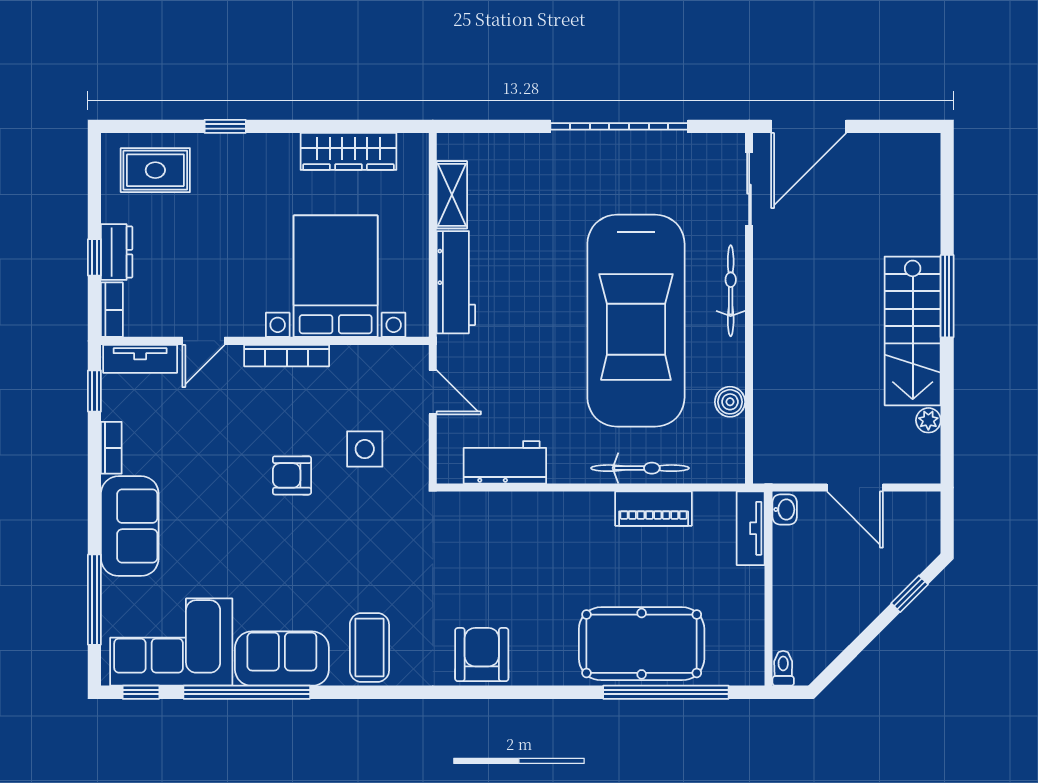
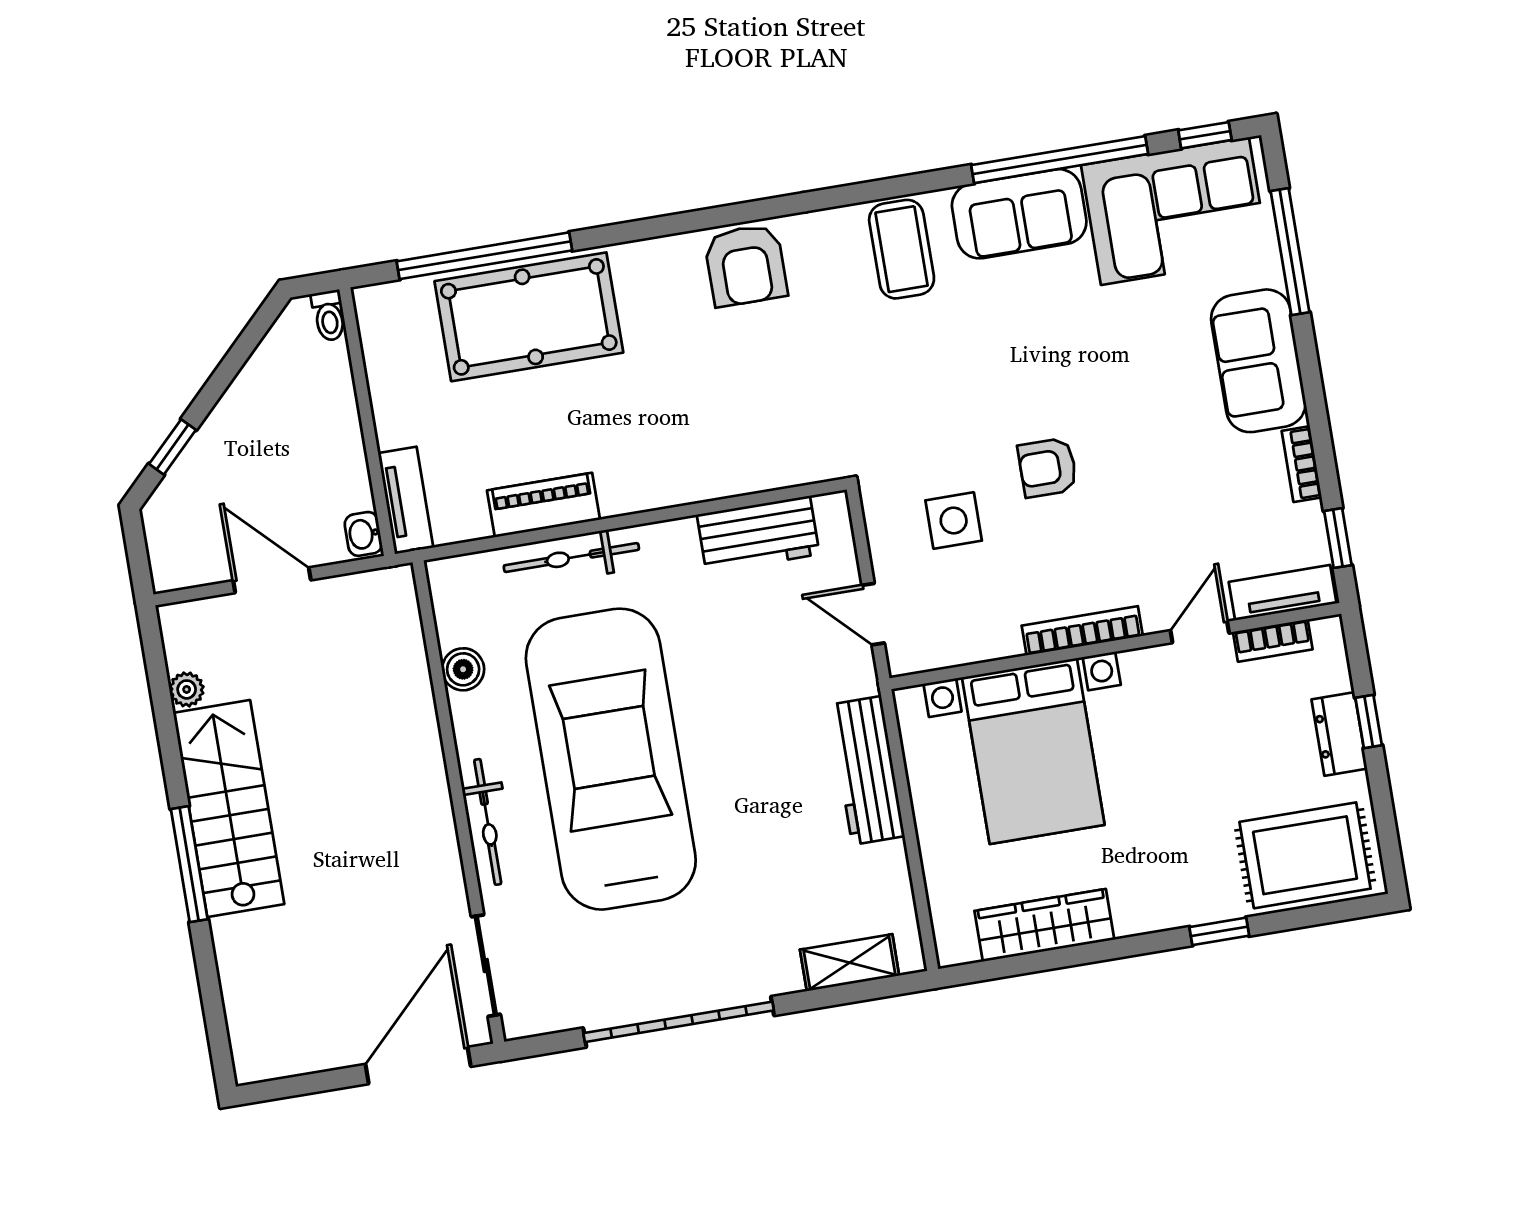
rug: (155, 170) -> (1305, 855), width x1.36, depth x1.43
shelving: (452, 195) -> (850, 963), moved, turned 90
bookcase: (112, 310) -> (1273, 641), moved, turned -90
armchair: (292, 475) -> (1048, 468), turned 180

